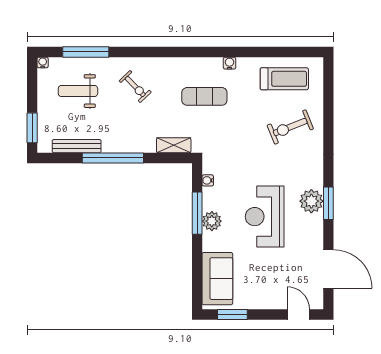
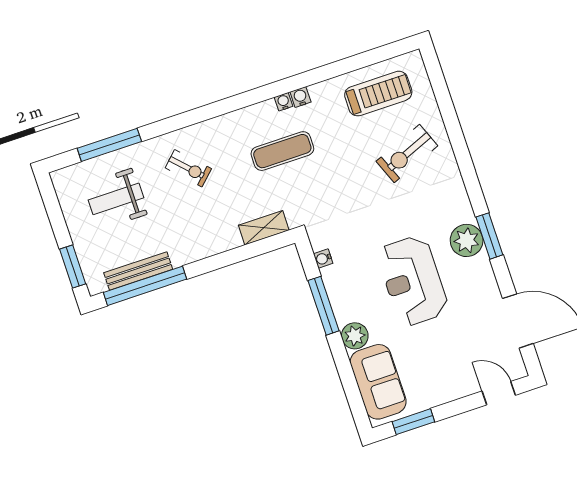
water cooler: (43, 62) -> (284, 102), moved
window: (113, 158) -> (145, 286), moved
plant: (212, 221) -> (355, 336), moved

